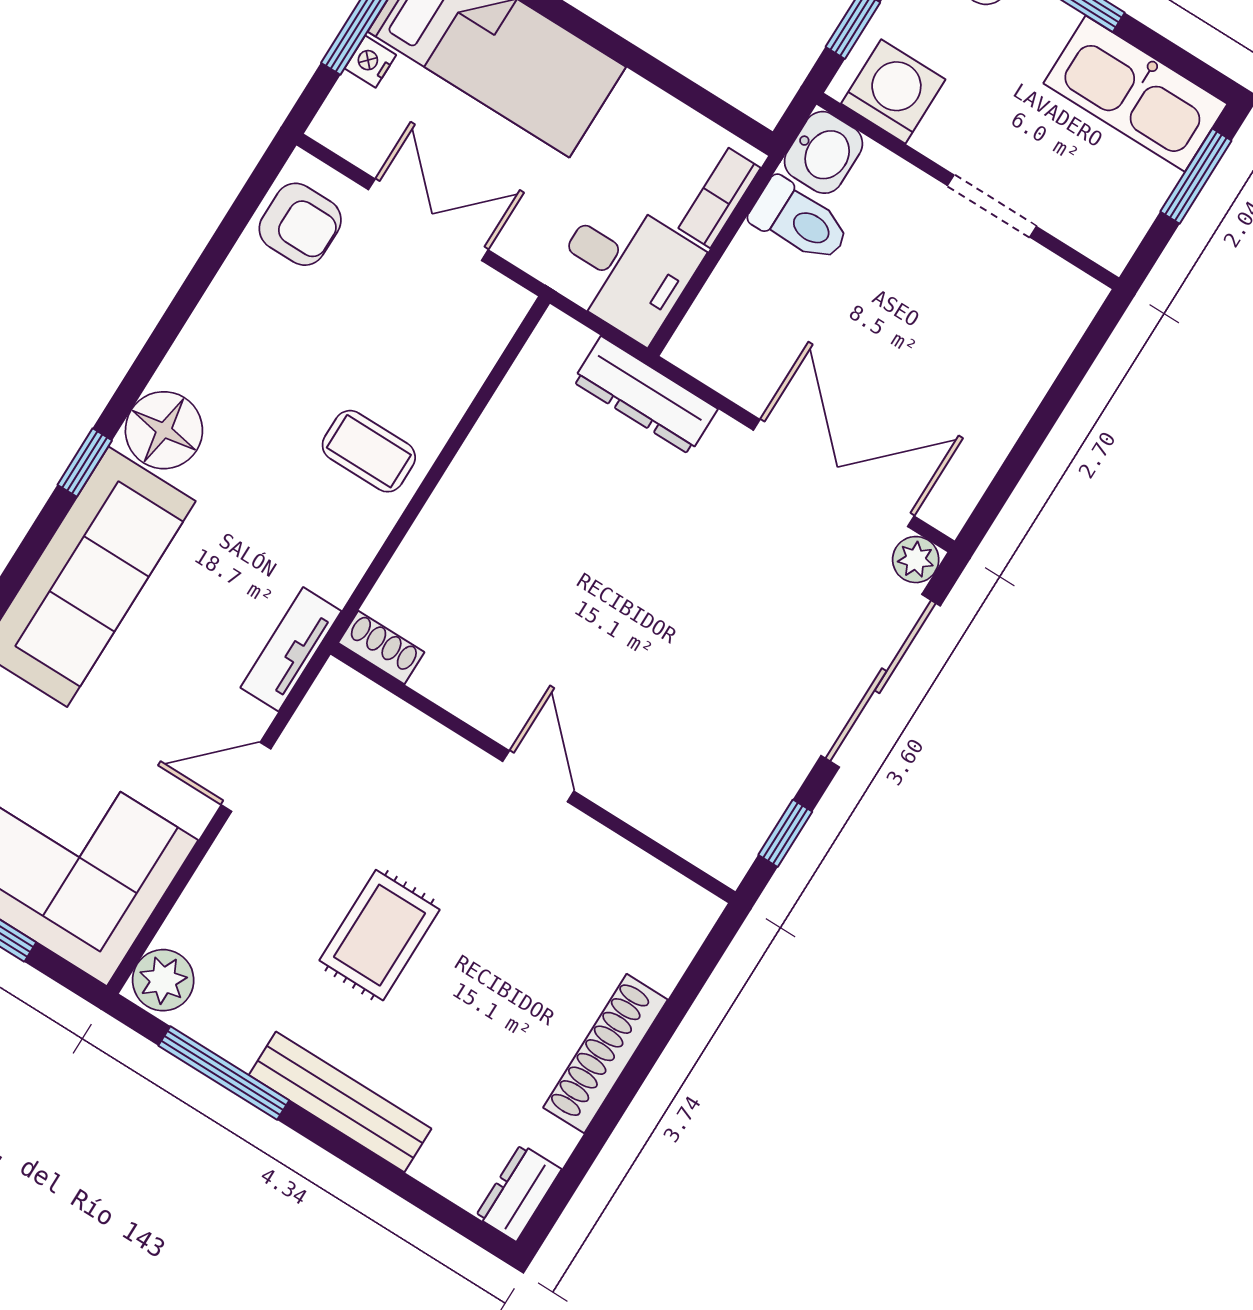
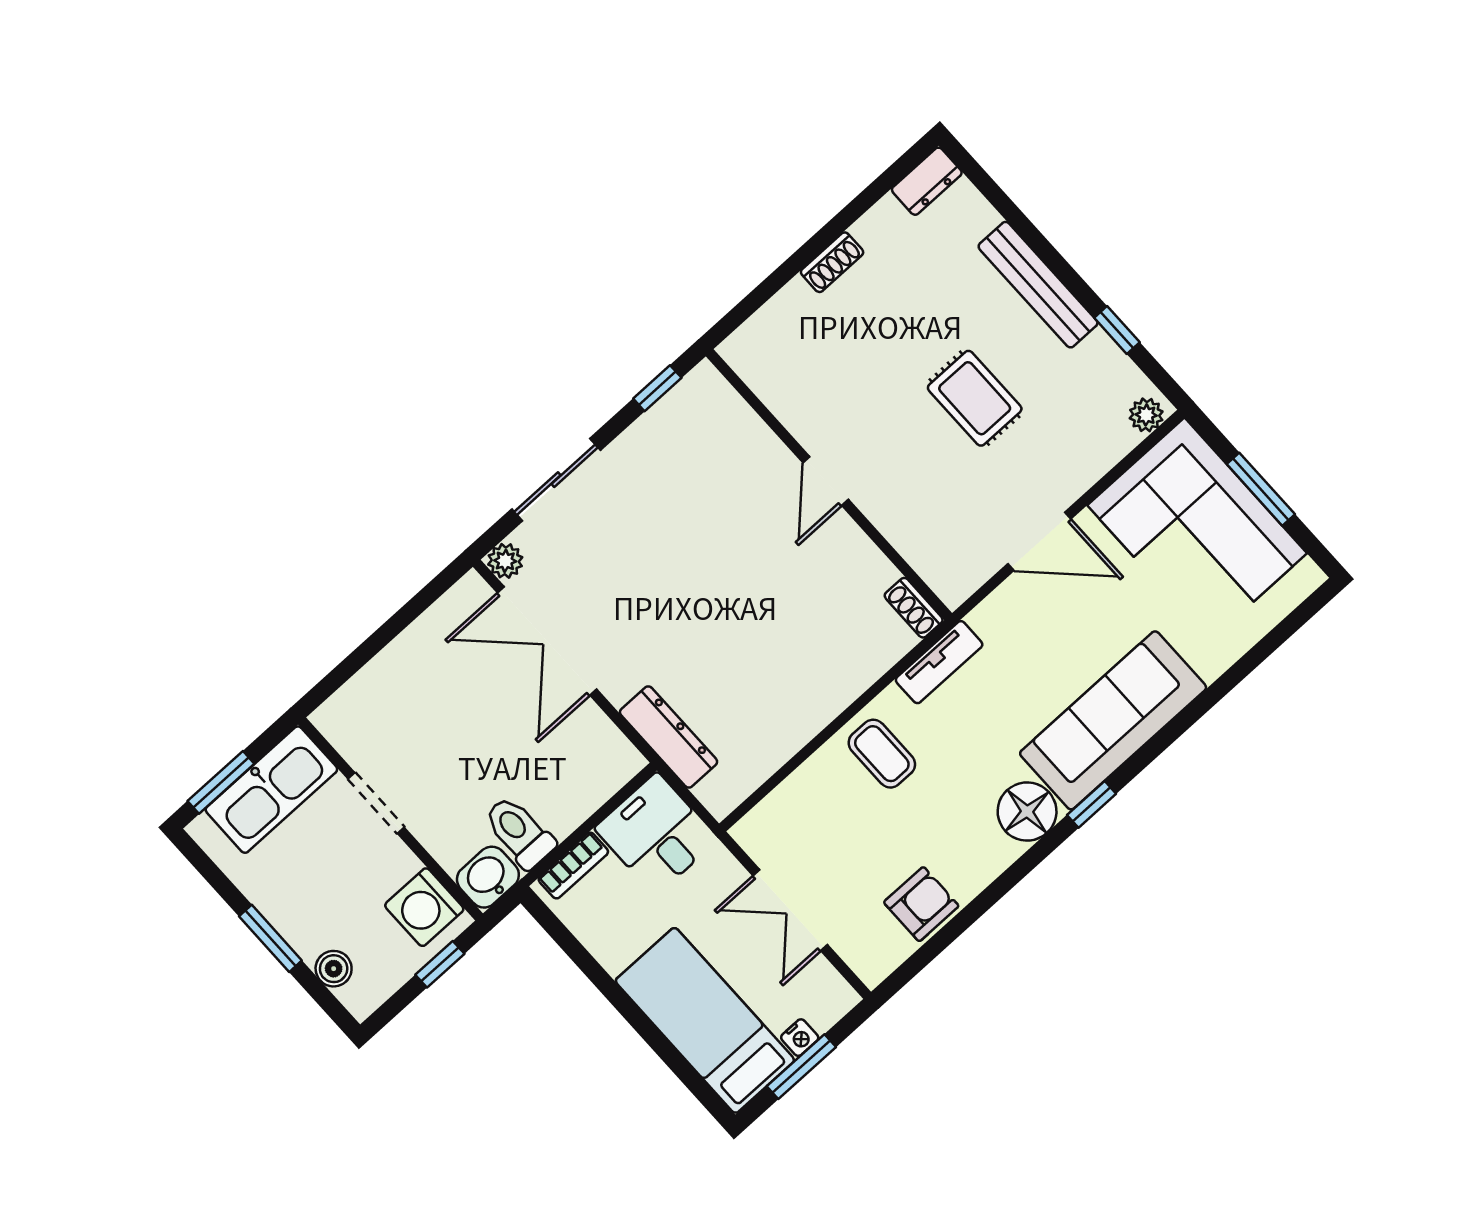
kitchen sink: (1135, 94) -> (271, 790), moved, turned 90
armchair: (300, 224) -> (921, 904), moved, turned 90
tv unit: (291, 649) -> (939, 662), moved
sliding door: (881, 681) -> (556, 480), width x0.73
door: (246, 777) -> (1039, 541), width x1.38
rug: (379, 935) -> (975, 398), turned 90
plant: (163, 980) -> (1146, 415), width x0.73, depth x0.73
shoe rack: (605, 1054) -> (832, 262), width x0.51, depth x0.81
window: (224, 1073) -> (1117, 330), width x0.46

